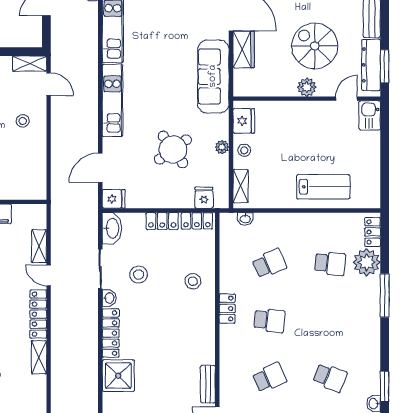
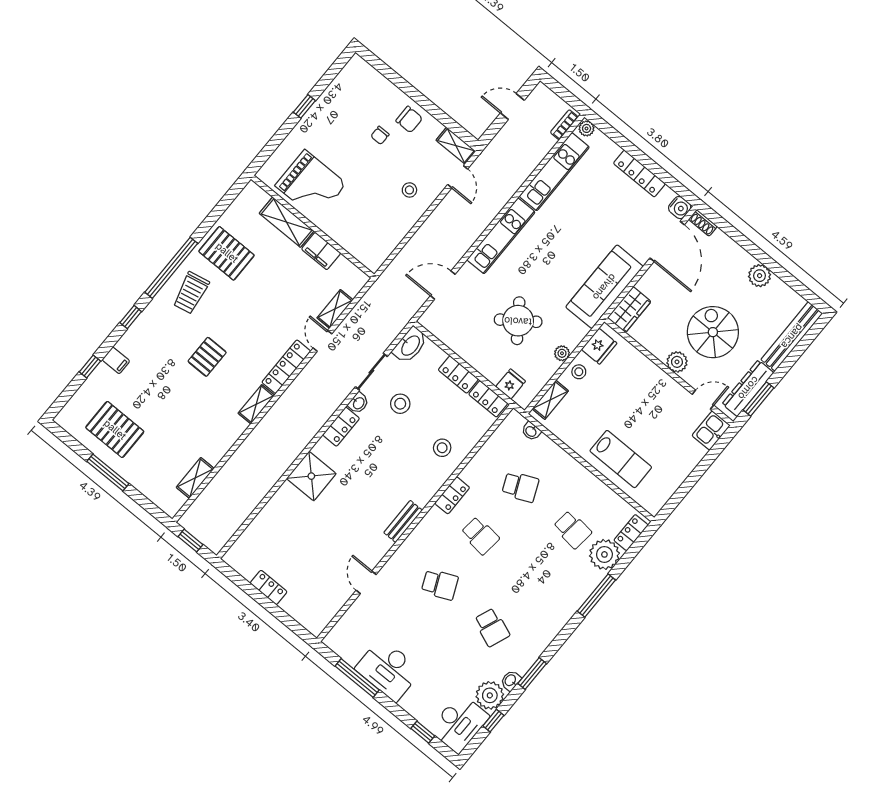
wardrobe: (244, 49) -> (629, 310), moved
fridge: (114, 199) -> (432, 321), removed
locker: (111, 333) -> (341, 427), width x0.66
bench: (208, 384) -> (403, 521), moved

